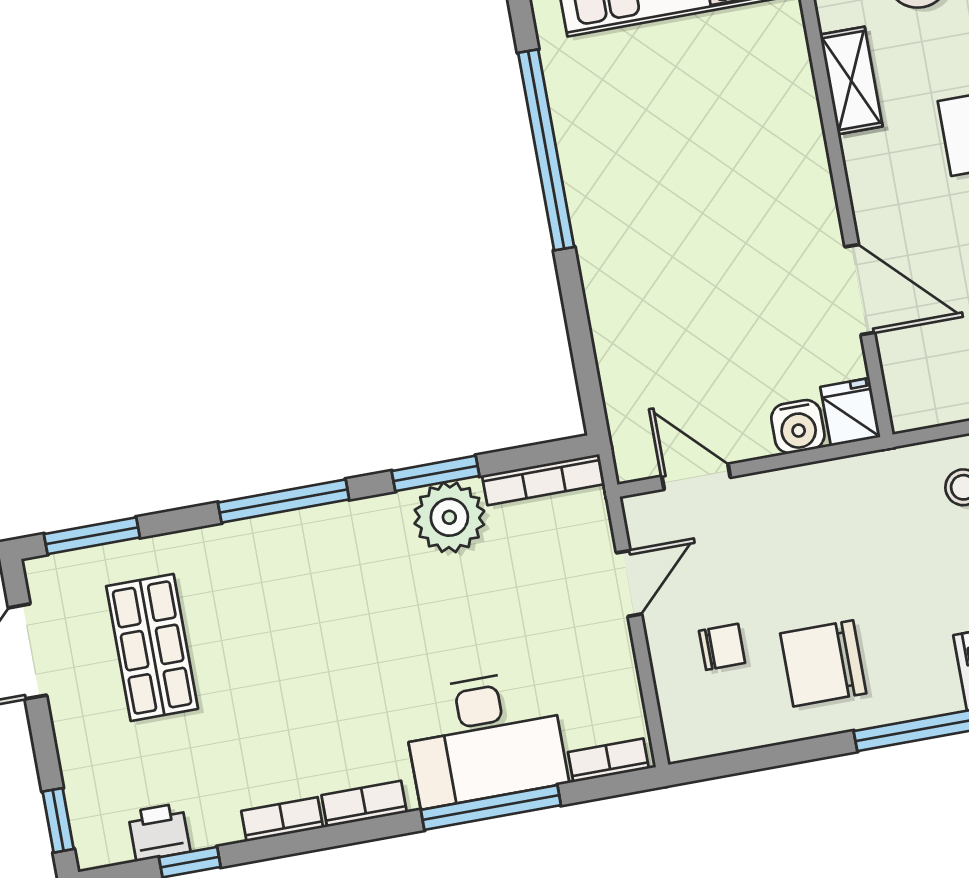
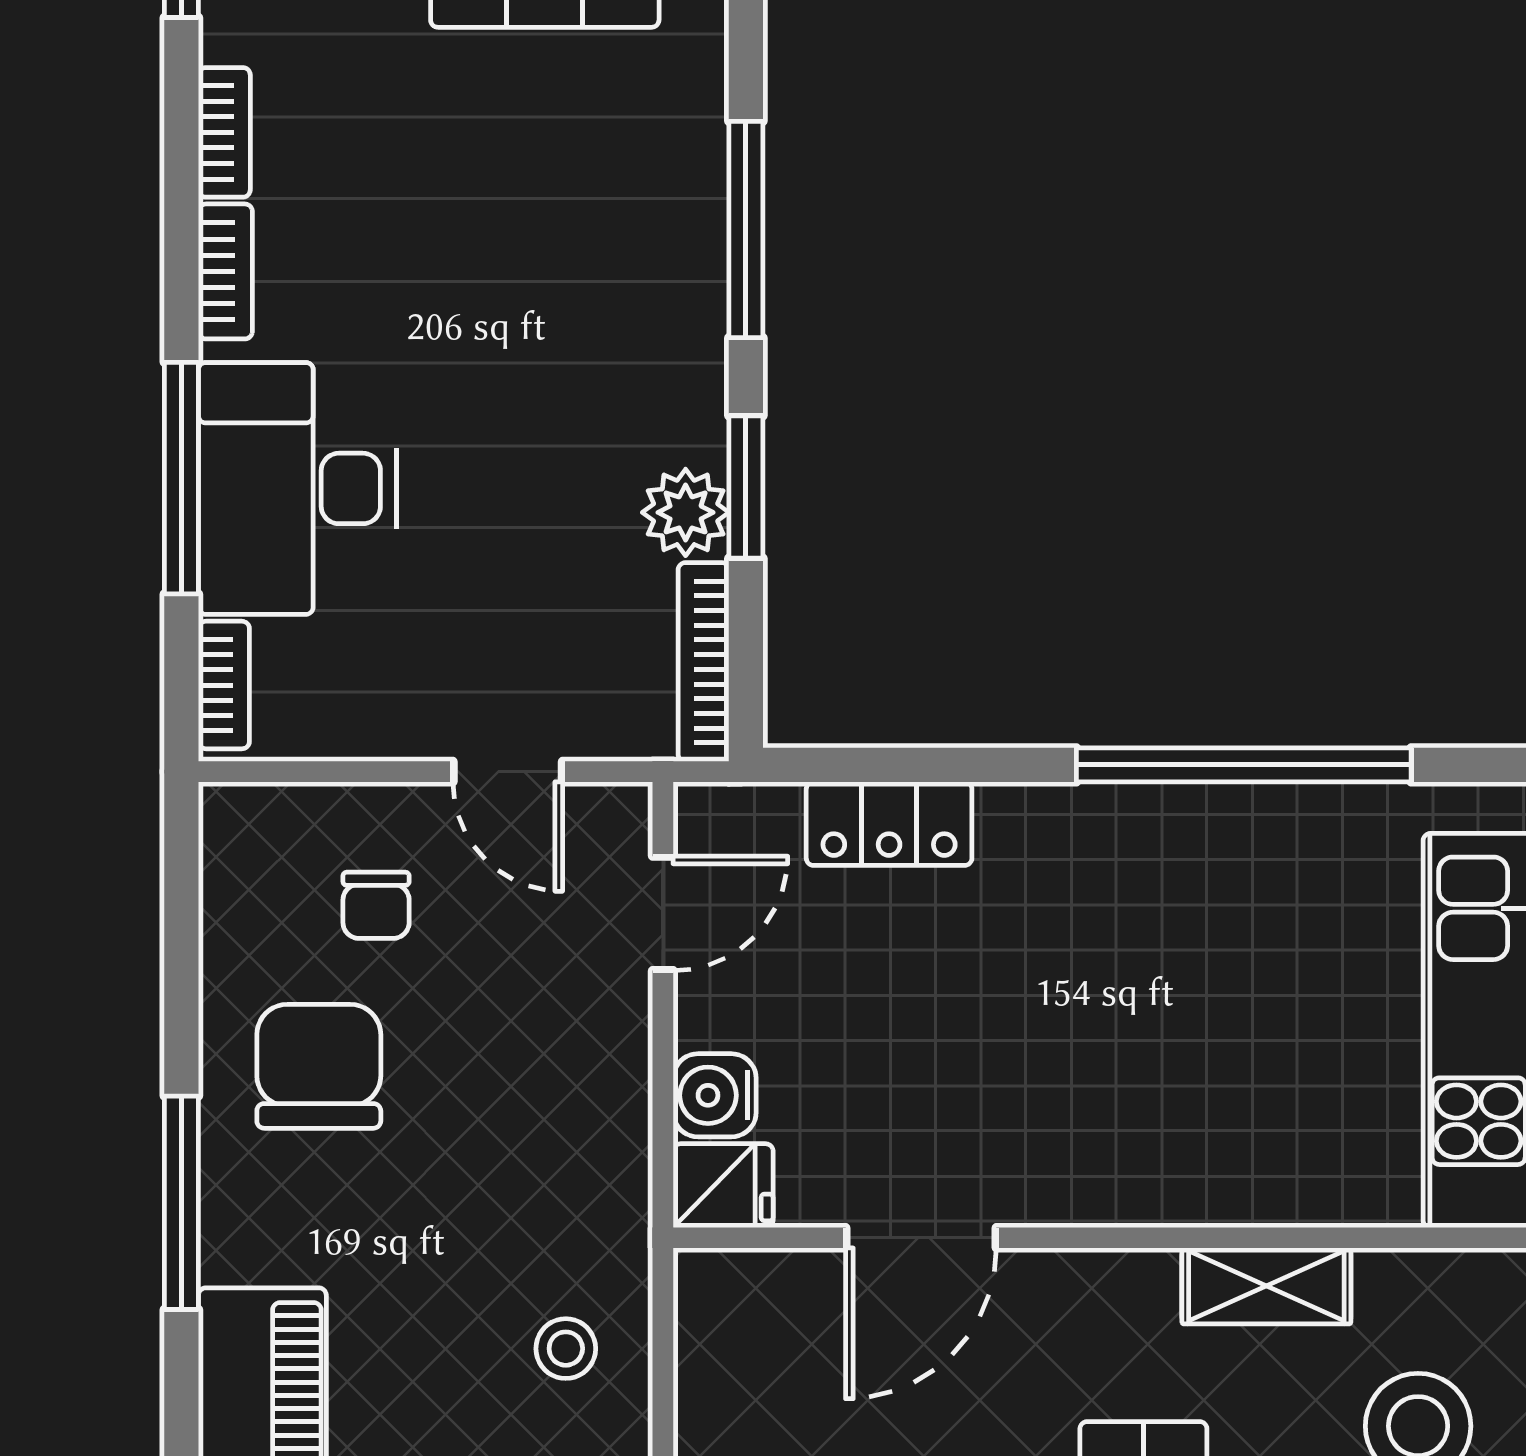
locker: (619, 353) -> (889, 824), added
plant: (449, 517) -> (686, 512), width x0.73, depth x0.73

